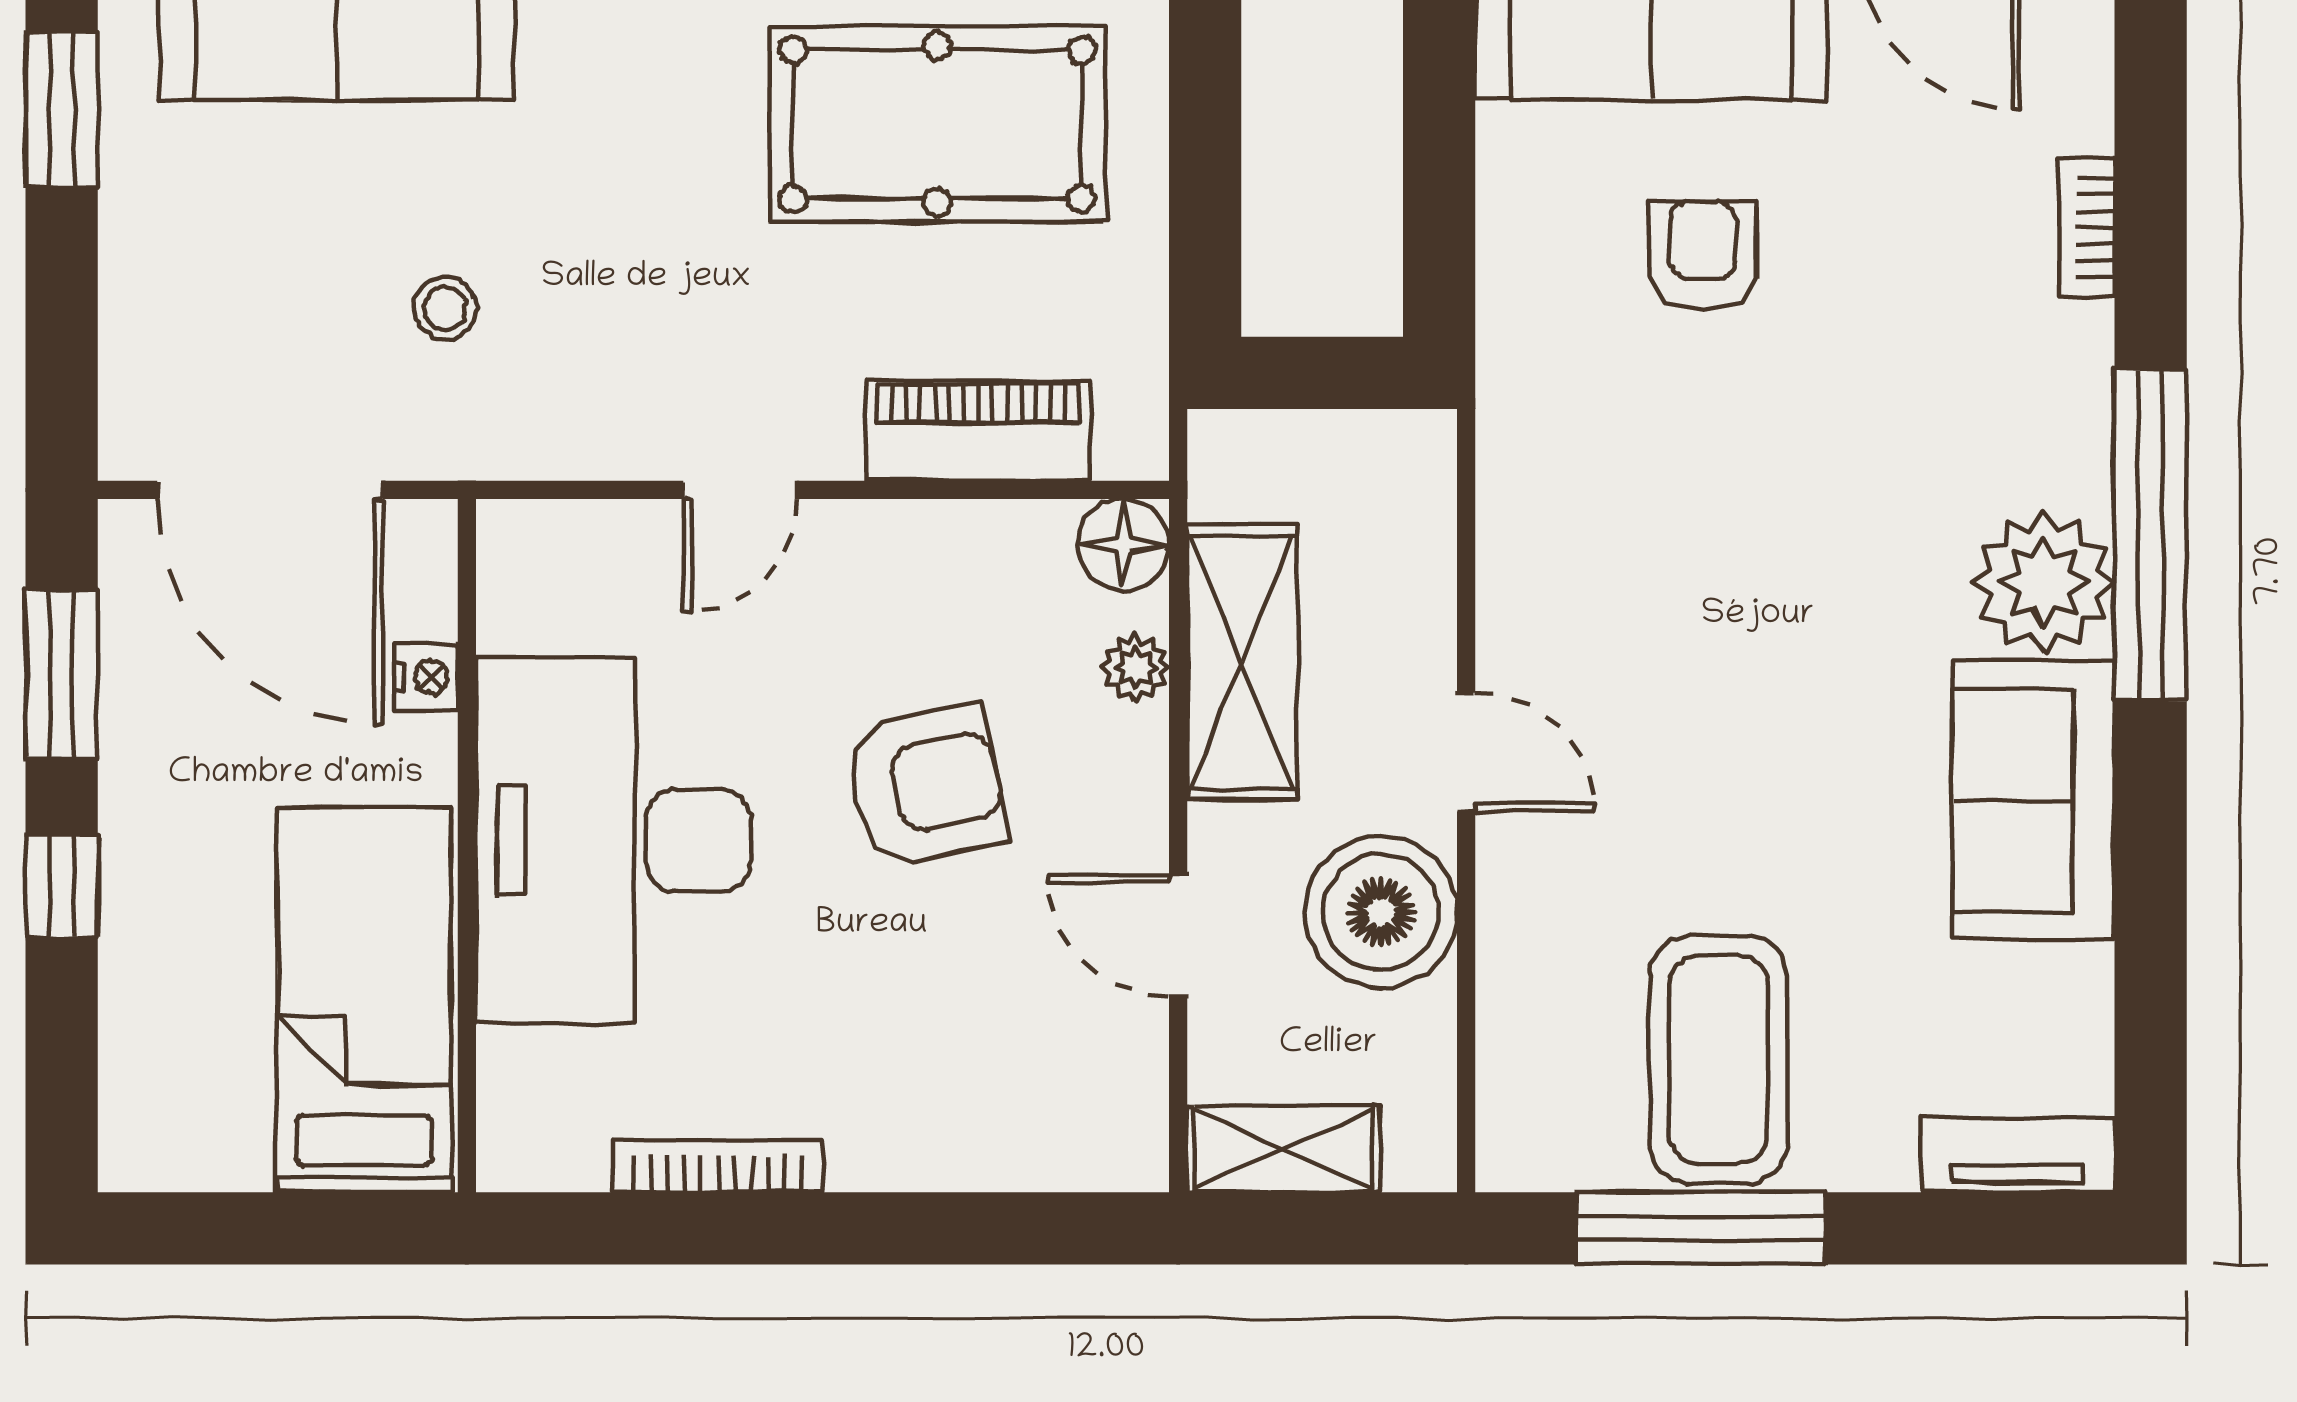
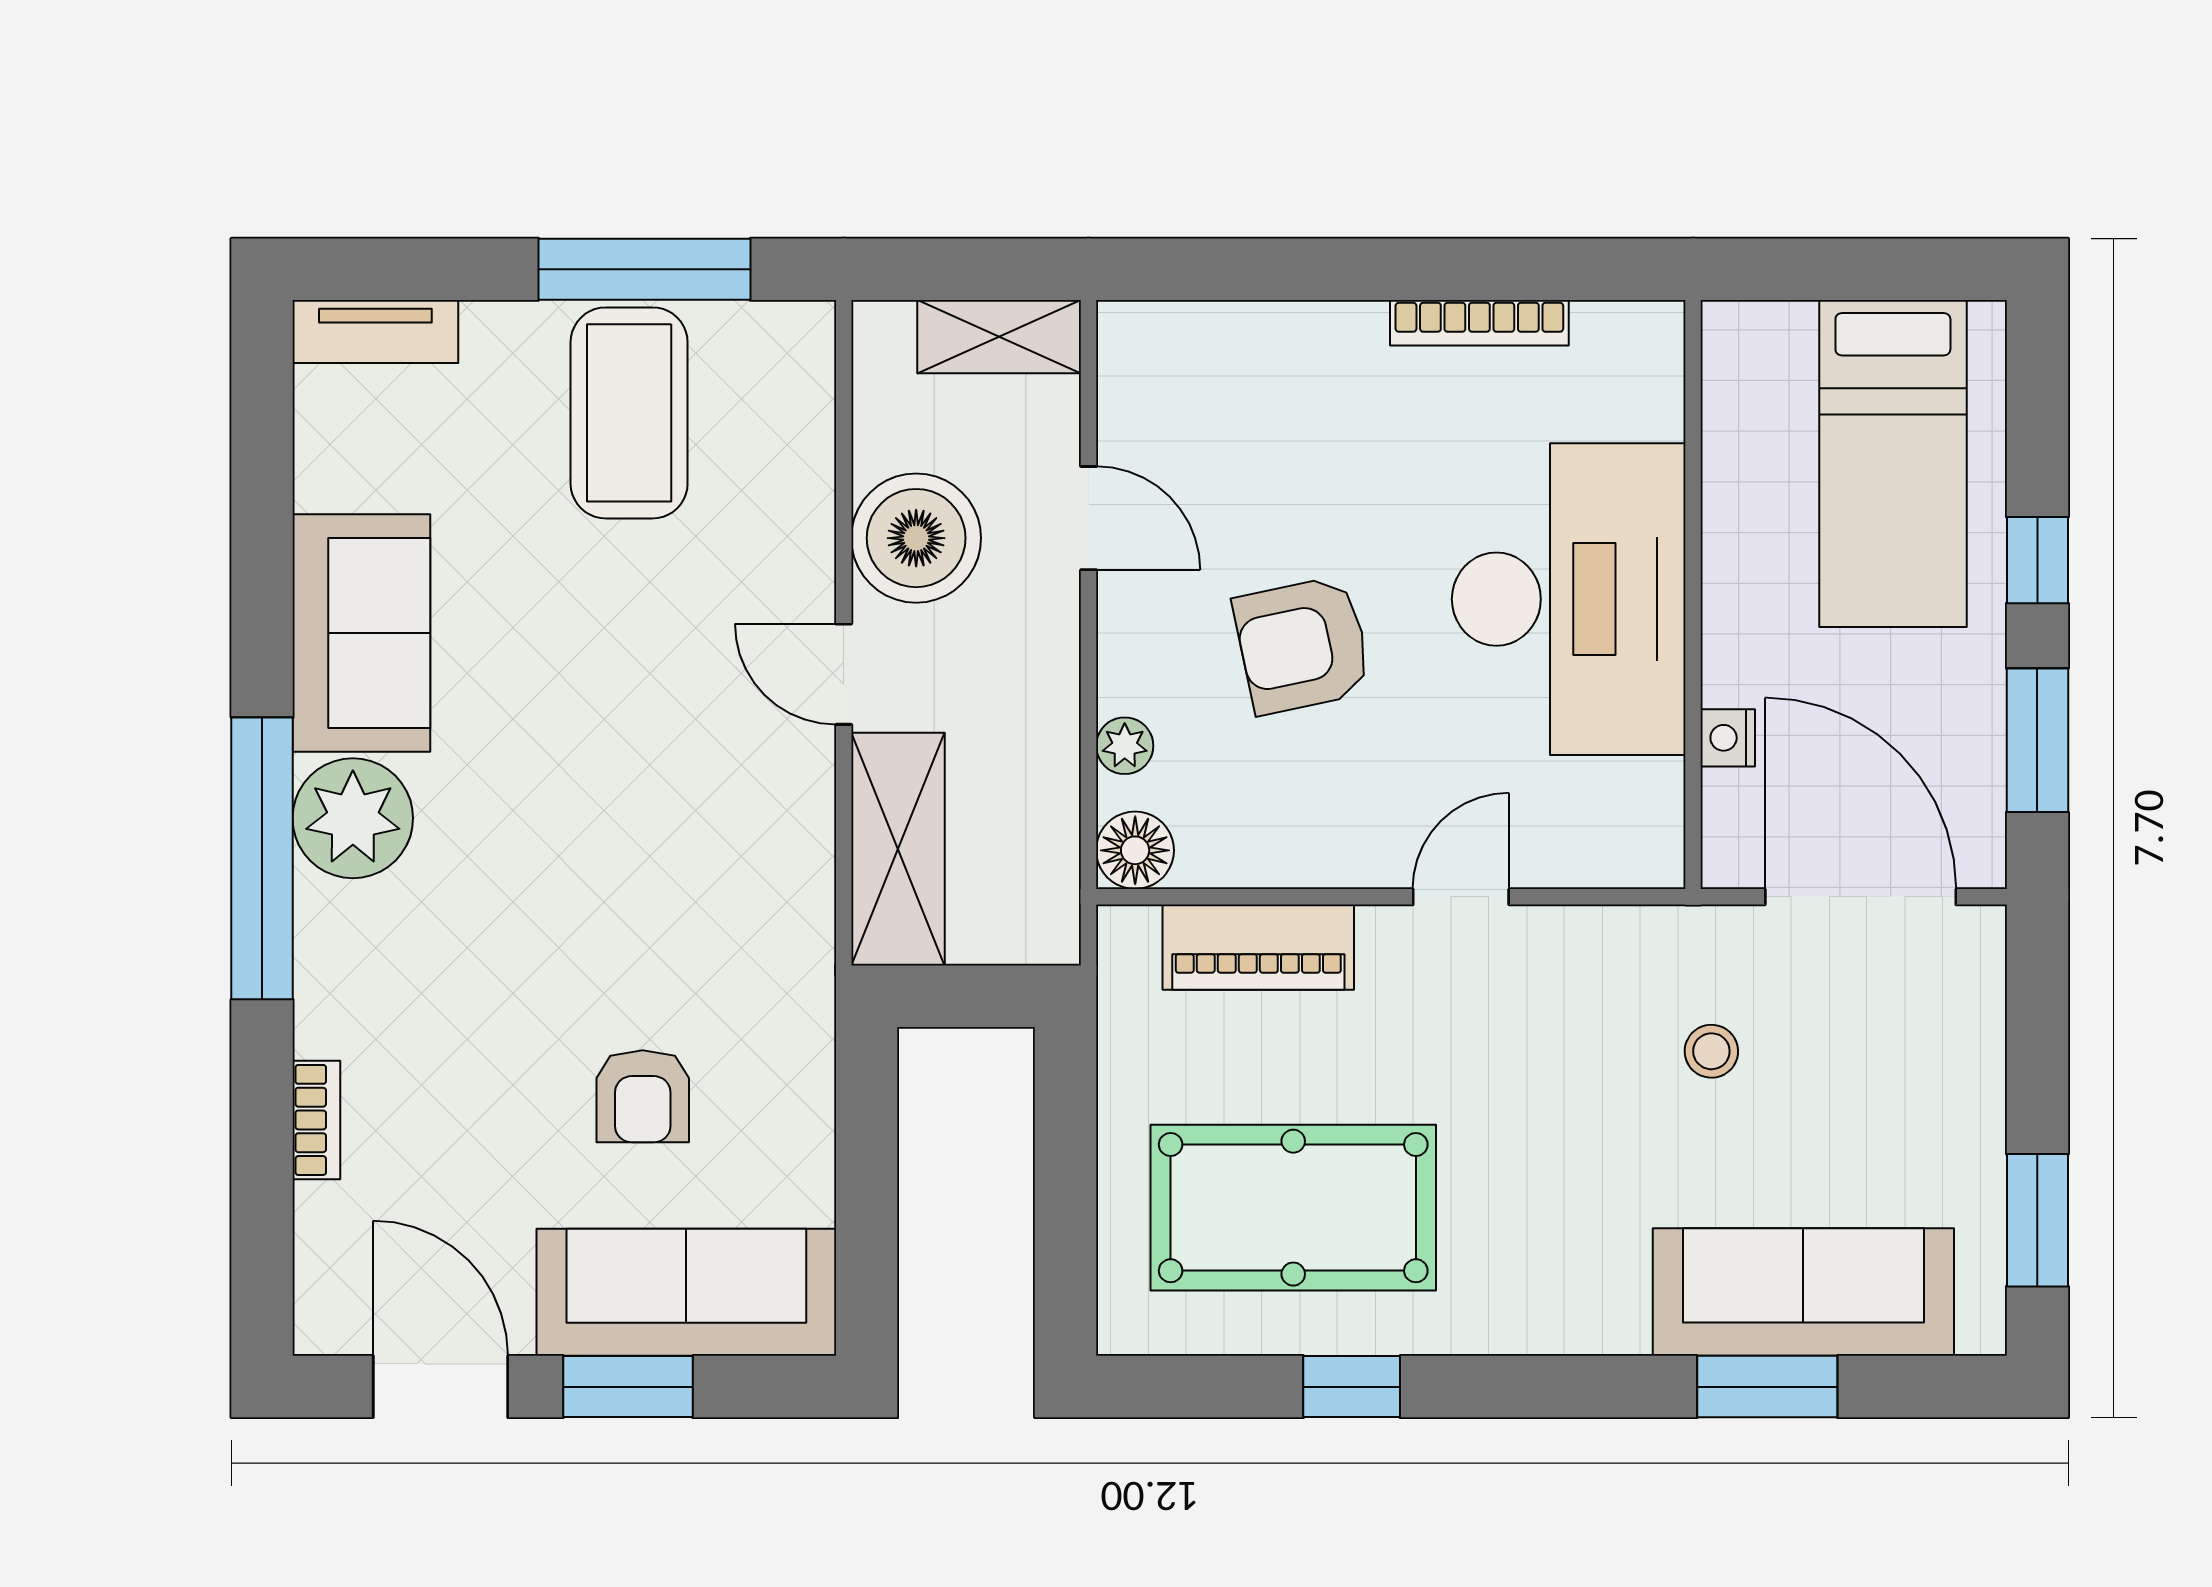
shelving: (1242, 662) -> (898, 849), moved
bed: (364, 1000) -> (1893, 463), moved

